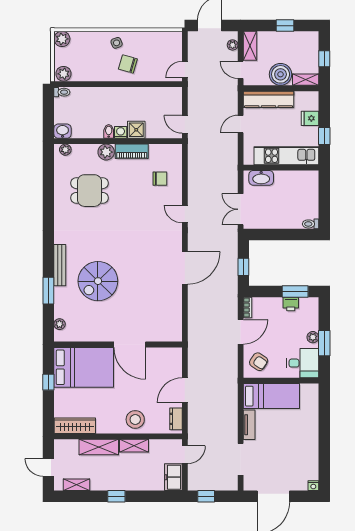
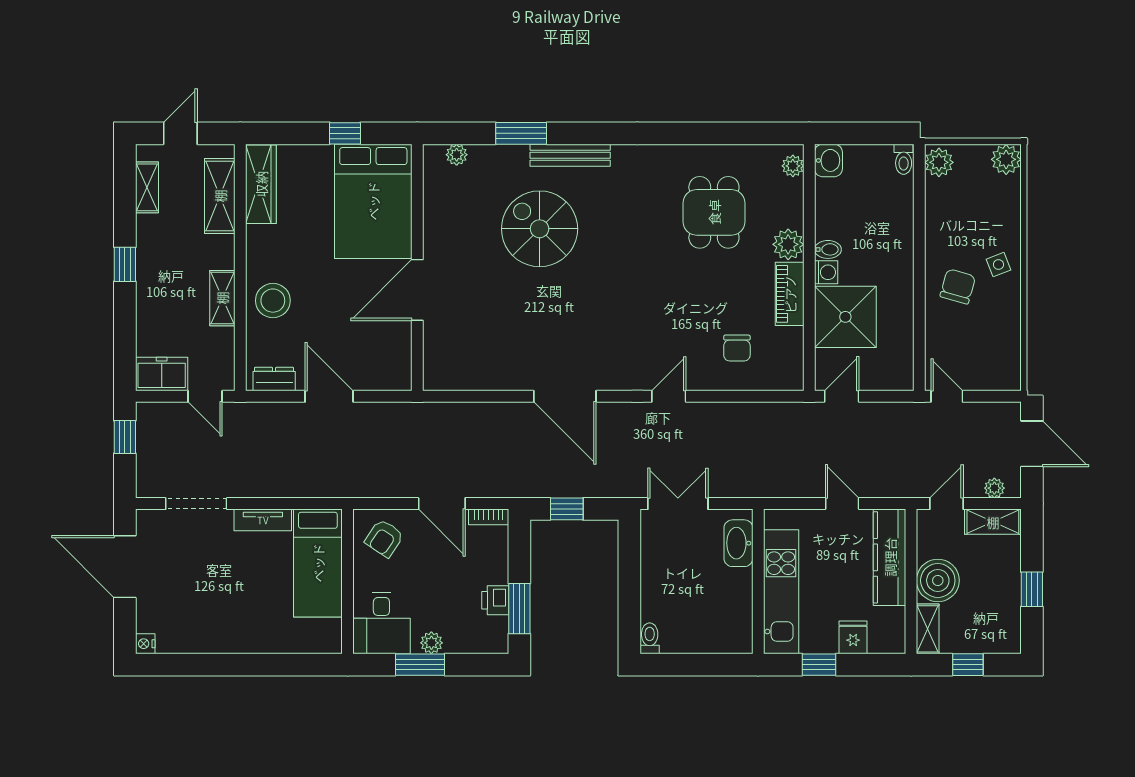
shower: (136, 130) -> (845, 317), width x1.86, depth x1.86
shelving: (99, 447) -> (220, 196), moved

